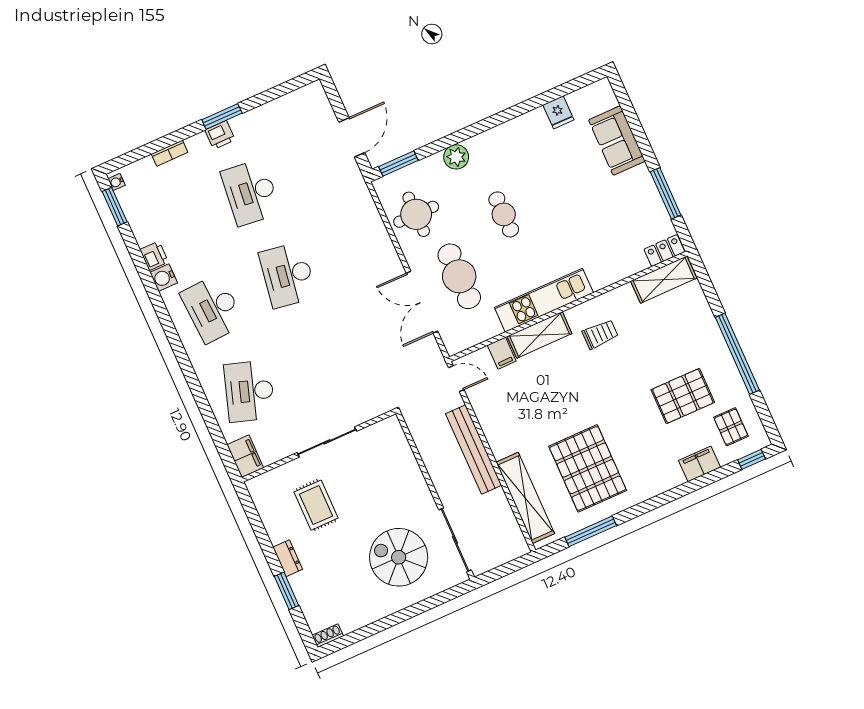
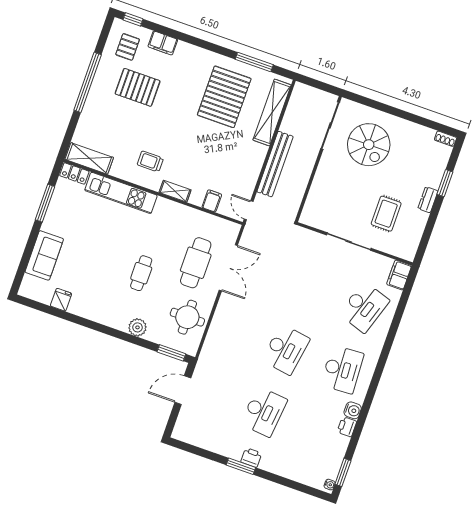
bookcase: (170, 153) -> (287, 473), removed
kitchen unit: (544, 300) -> (121, 193), moved
shelving: (539, 335) -> (175, 191), width x0.67, depth x0.75

